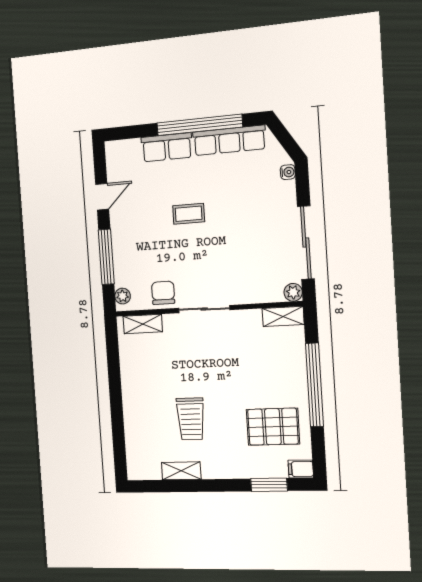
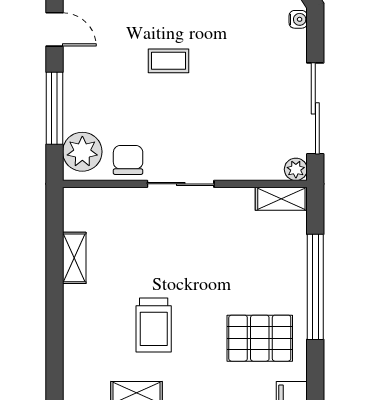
door: (102, 197) -> (54, 29), hinge flipped
plant: (123, 296) -> (82, 152), width x1.87, depth x1.87
shelving: (143, 324) -> (74, 258), moved, turned 90

